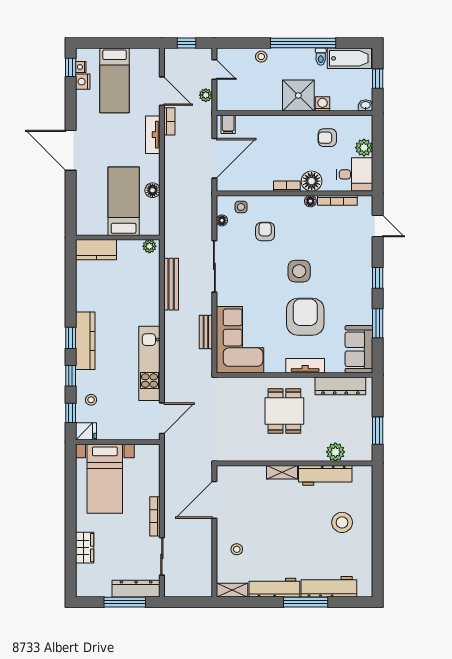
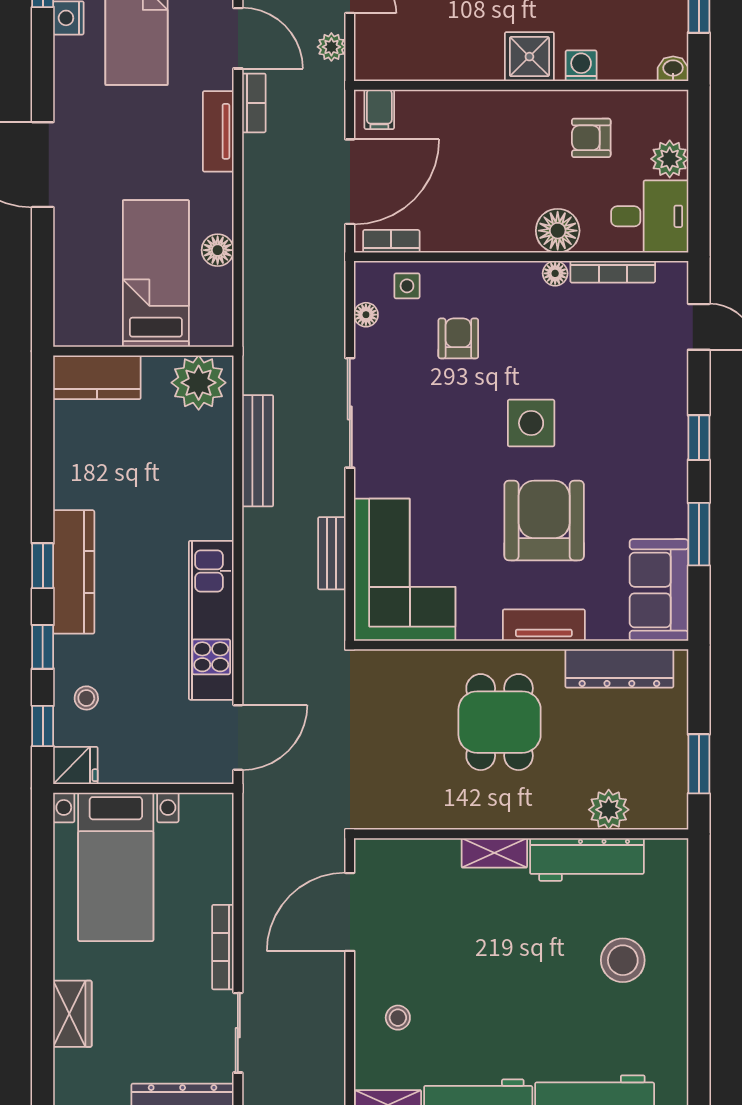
shower: (298, 96) -> (529, 57), width x0.73, depth x0.73
bookcase: (287, 186) -> (391, 241), moved
plant: (149, 246) -> (199, 383), width x1.87, depth x1.87

